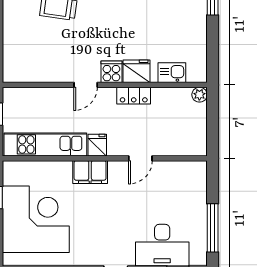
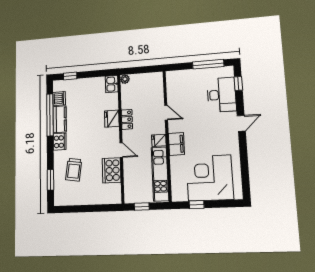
cooker: (111, 72) -> (112, 170), moved, width x1.87, depth x1.31
kitchen sink: (172, 73) -> (112, 84), moved

